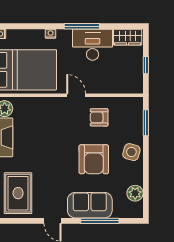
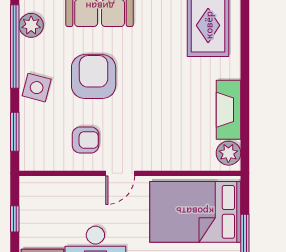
door: (76, 95) -> (120, 173), hinge flipped
window: (146, 179) -> (15, 46), added

